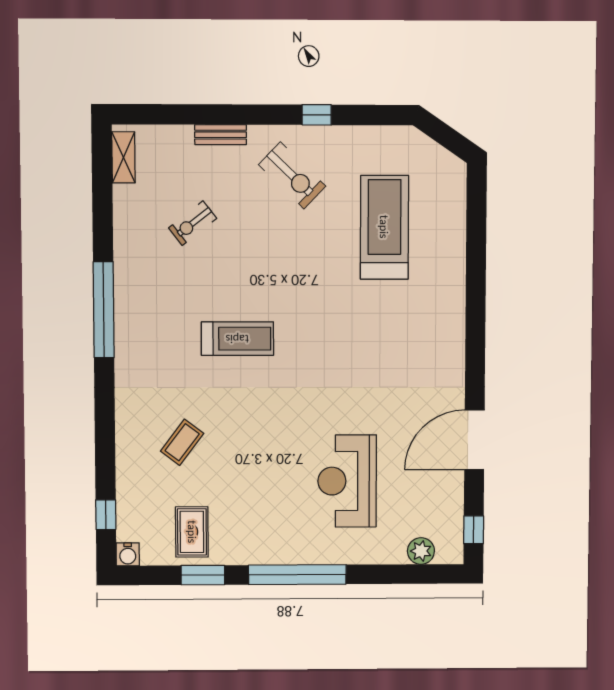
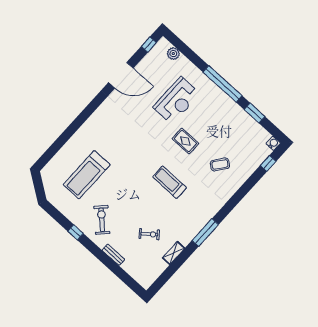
shelving: (123, 157) -> (174, 253), moved
window: (104, 310) -> (205, 233), width x0.68
rug: (192, 532) -> (185, 141), moved, turned 90

